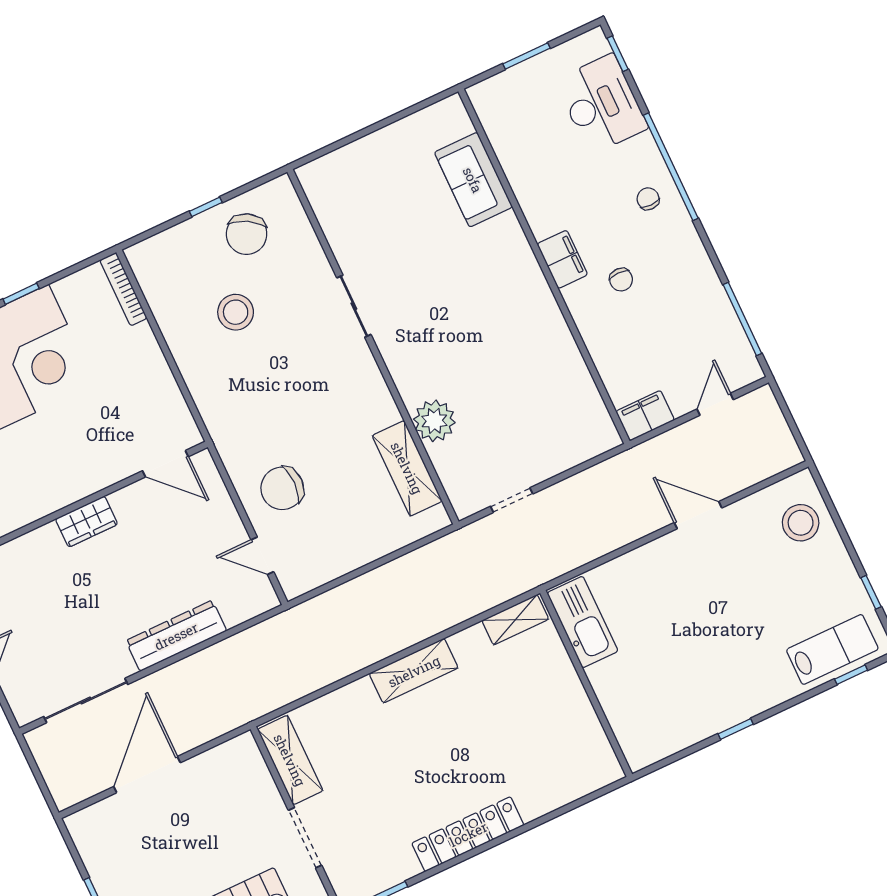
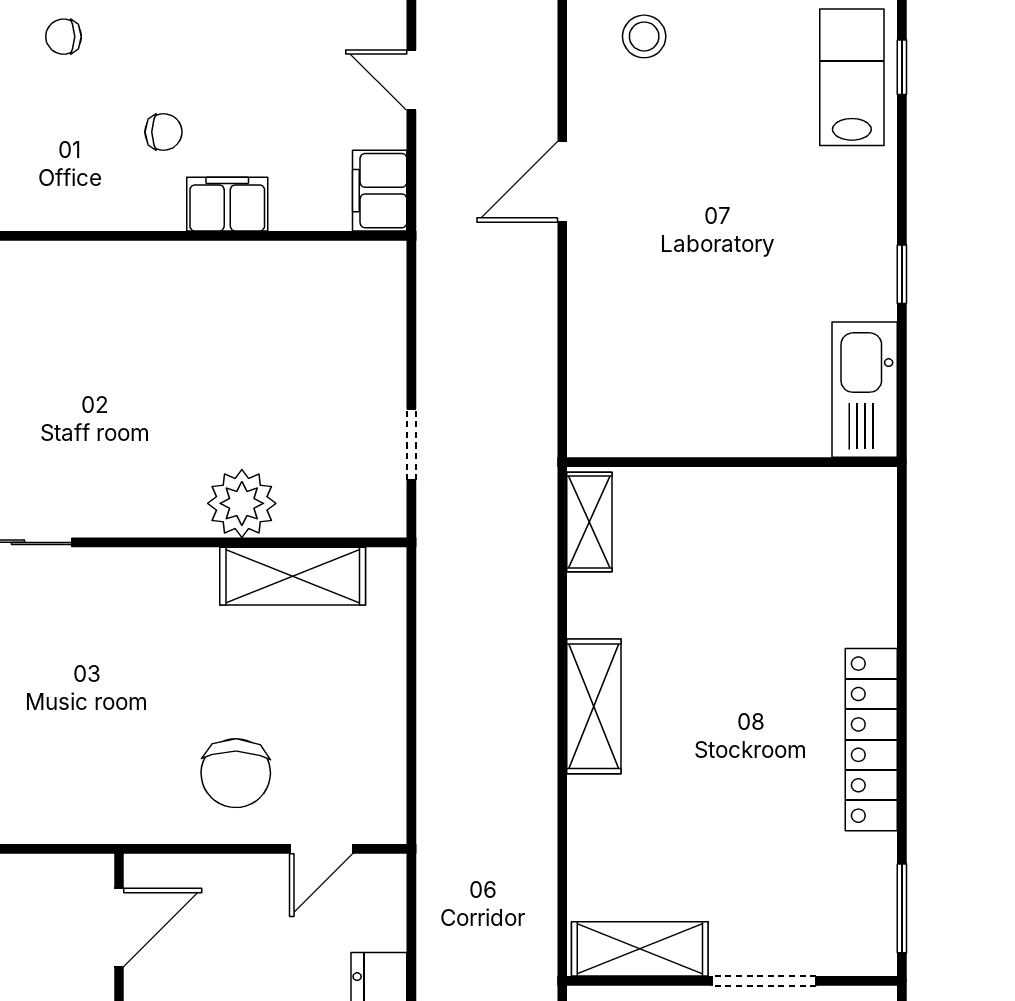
filing cabinet: (562, 259) -> (227, 204), moved
stool: (801, 523) -> (644, 36), width x0.73, depth x0.73
kitchen sink: (583, 622) -> (865, 390), moved, turned -90

